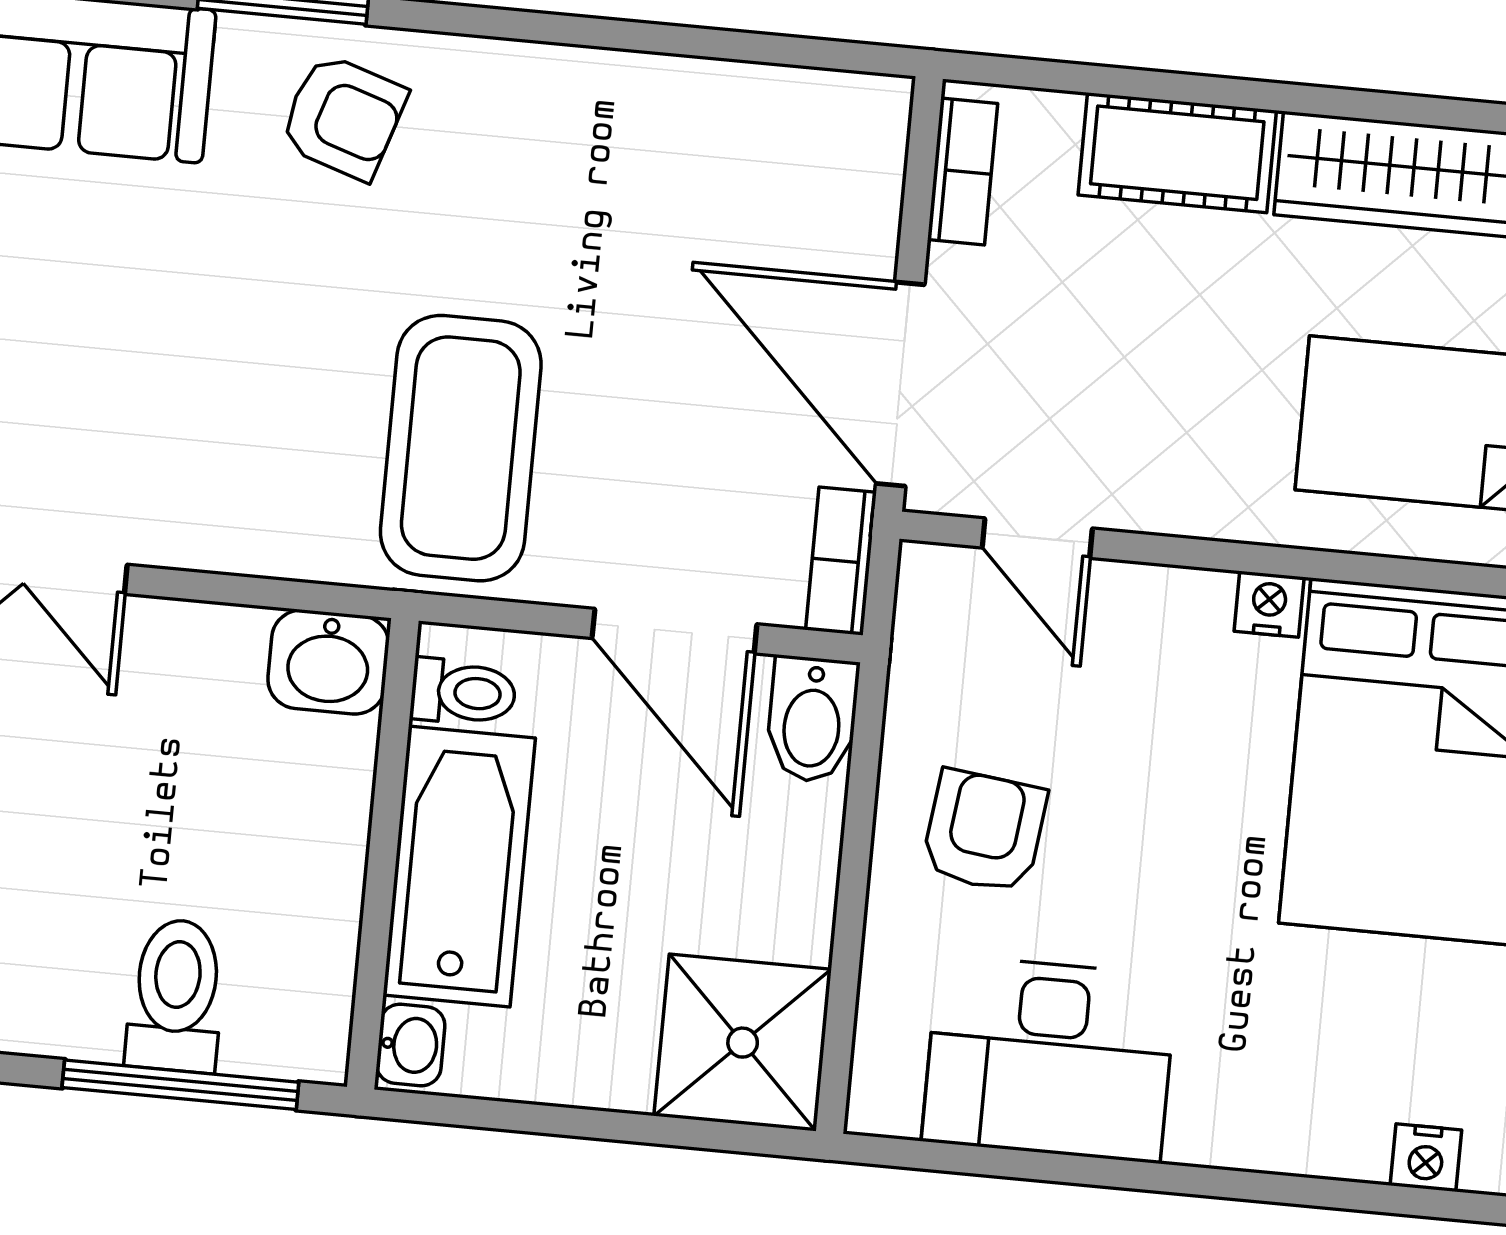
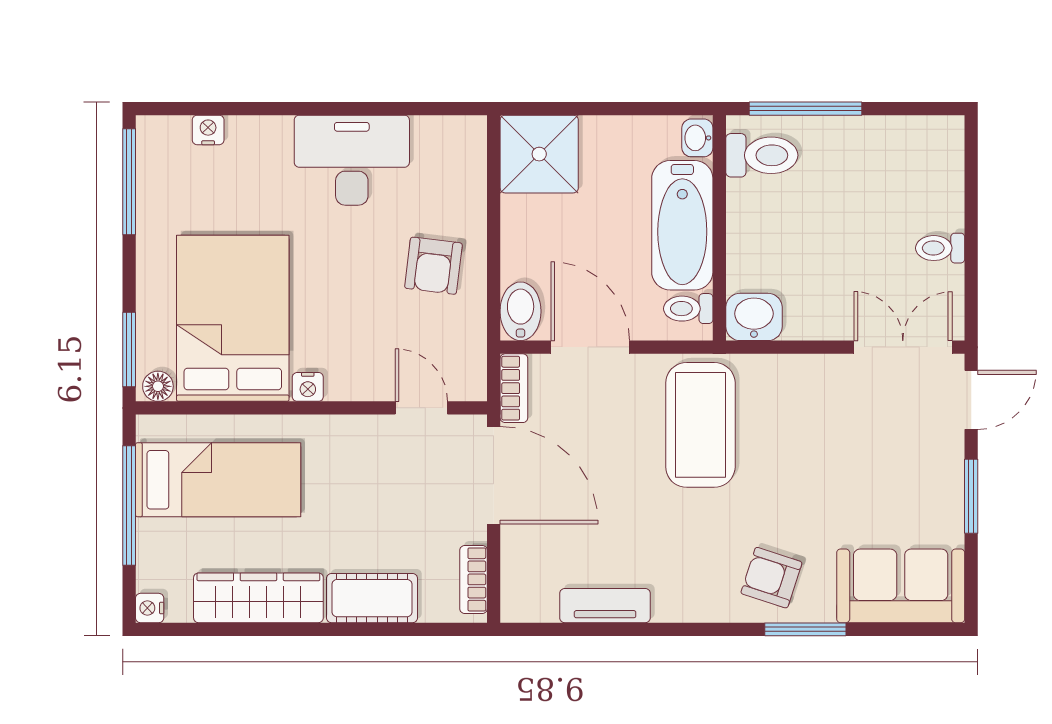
tv unit: (694, 91) -> (605, 606), added
toilet: (176, 995) -> (762, 155), moved, turned -90
desk: (1049, 1059) -> (352, 160), moved

